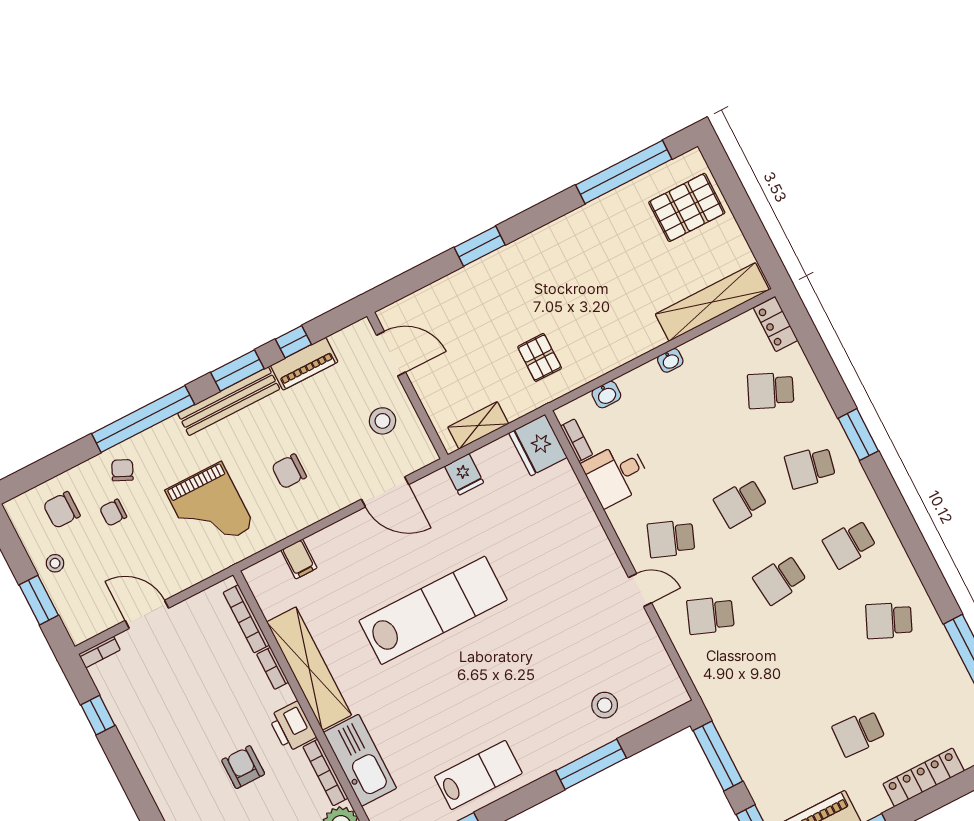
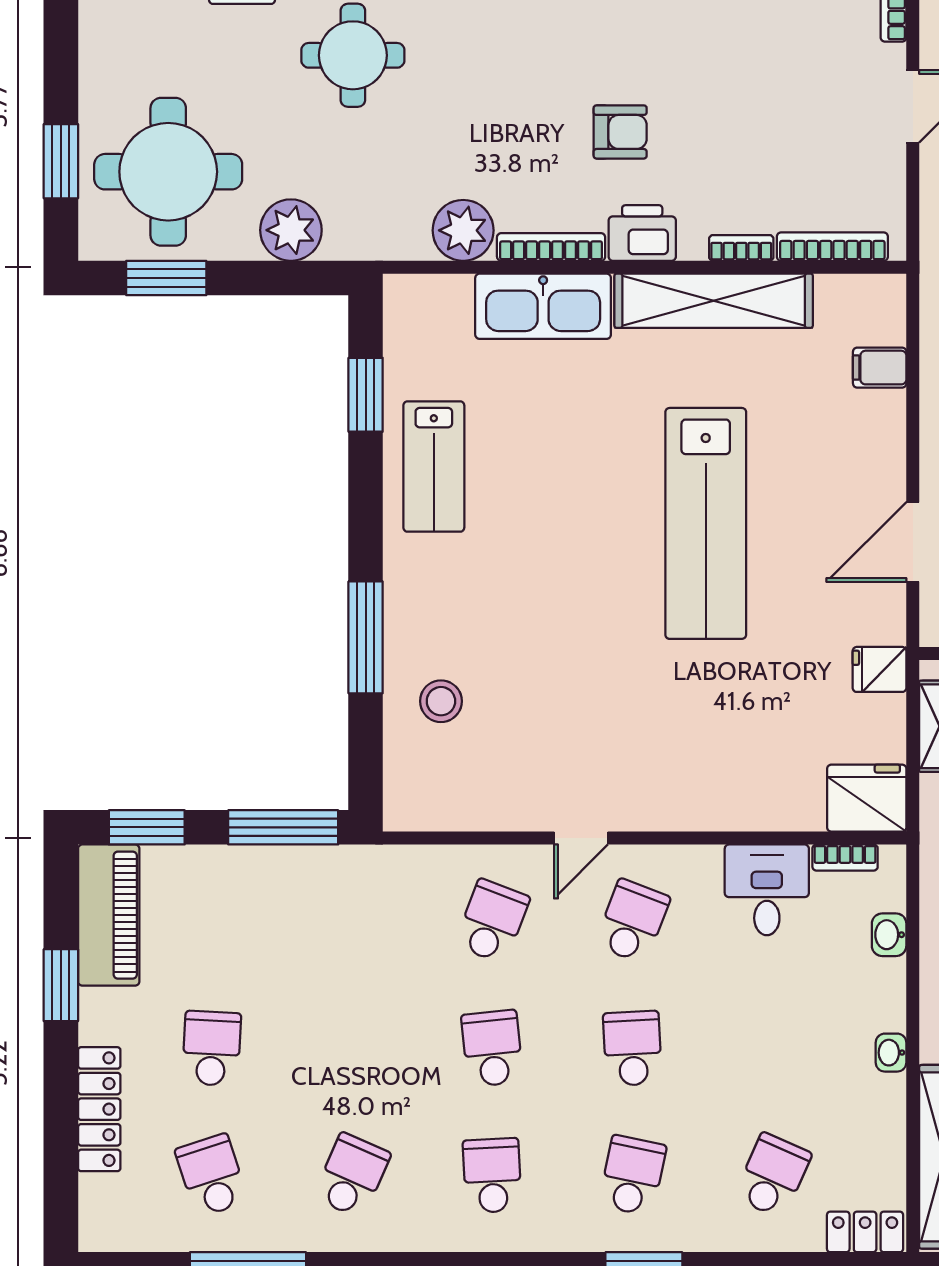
school desk: (928, 697) -> (212, 1175), added

